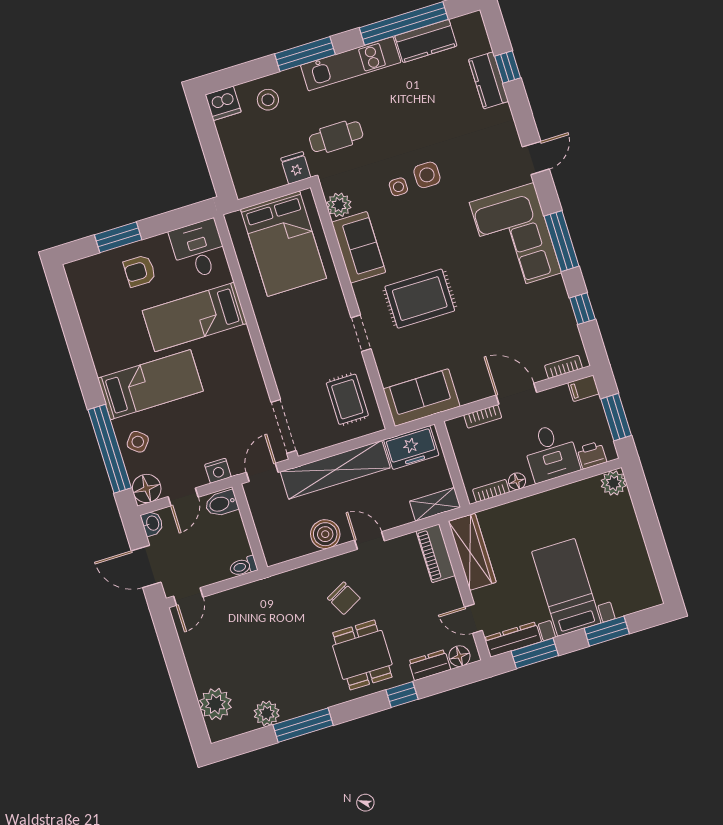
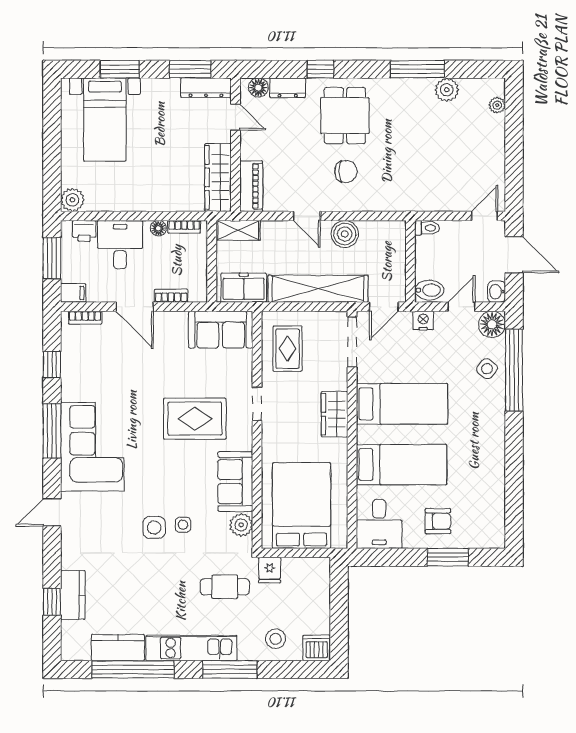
wardrobe: (279, 347) -> (335, 414), added
bed: (150, 385) -> (402, 404), moved, turned 180
bed with nightstands: (566, 587) -> (105, 120), moved
chair: (344, 598) -> (346, 172), turned 118
plant: (215, 704) -> (497, 105), width x0.53, depth x0.53

